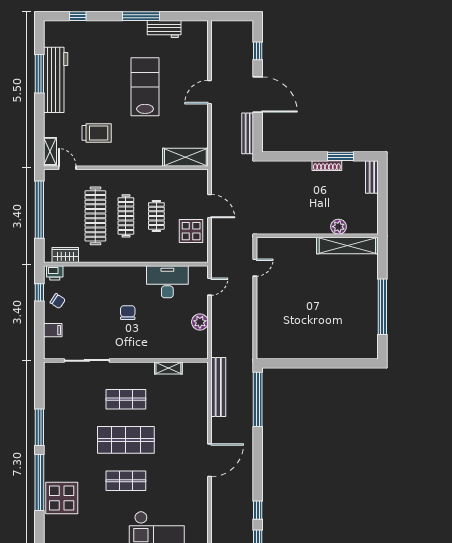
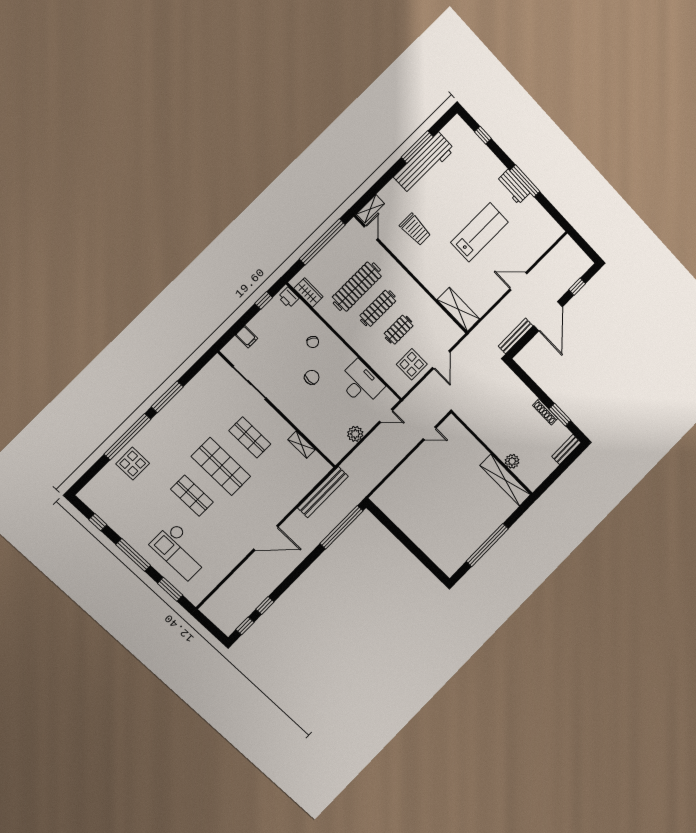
workbench: (164, 29) -> (513, 187), moved
chair: (58, 301) -> (313, 342), moved
display table: (62, 498) -> (133, 464), width x0.73, depth x0.73

